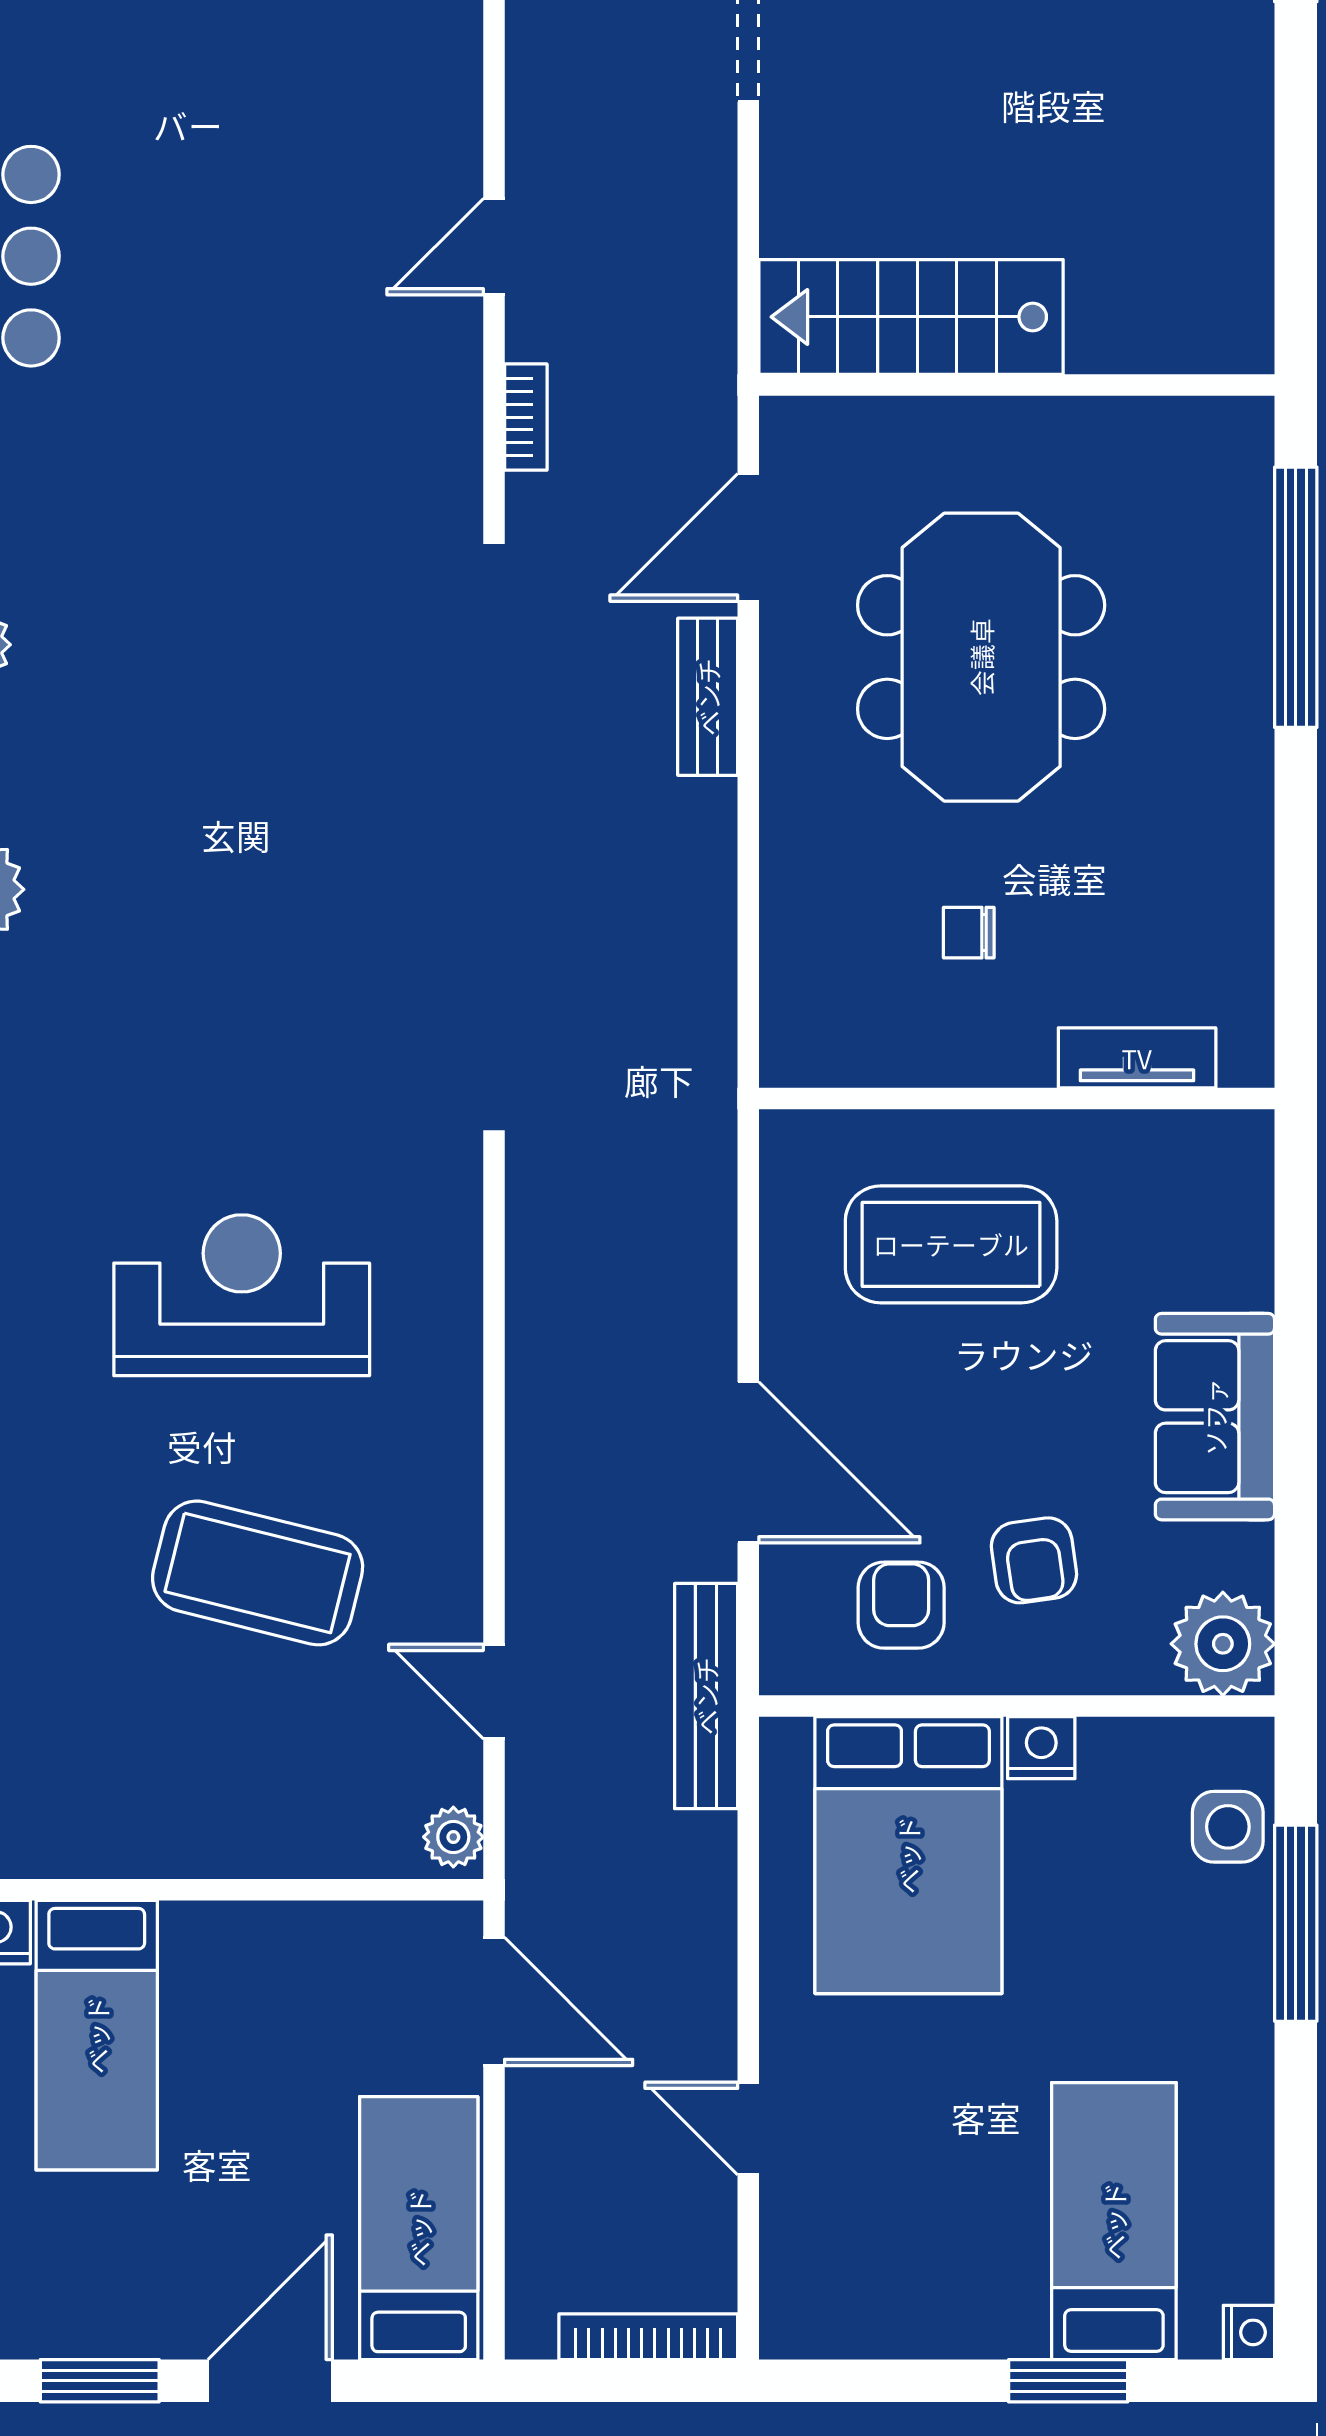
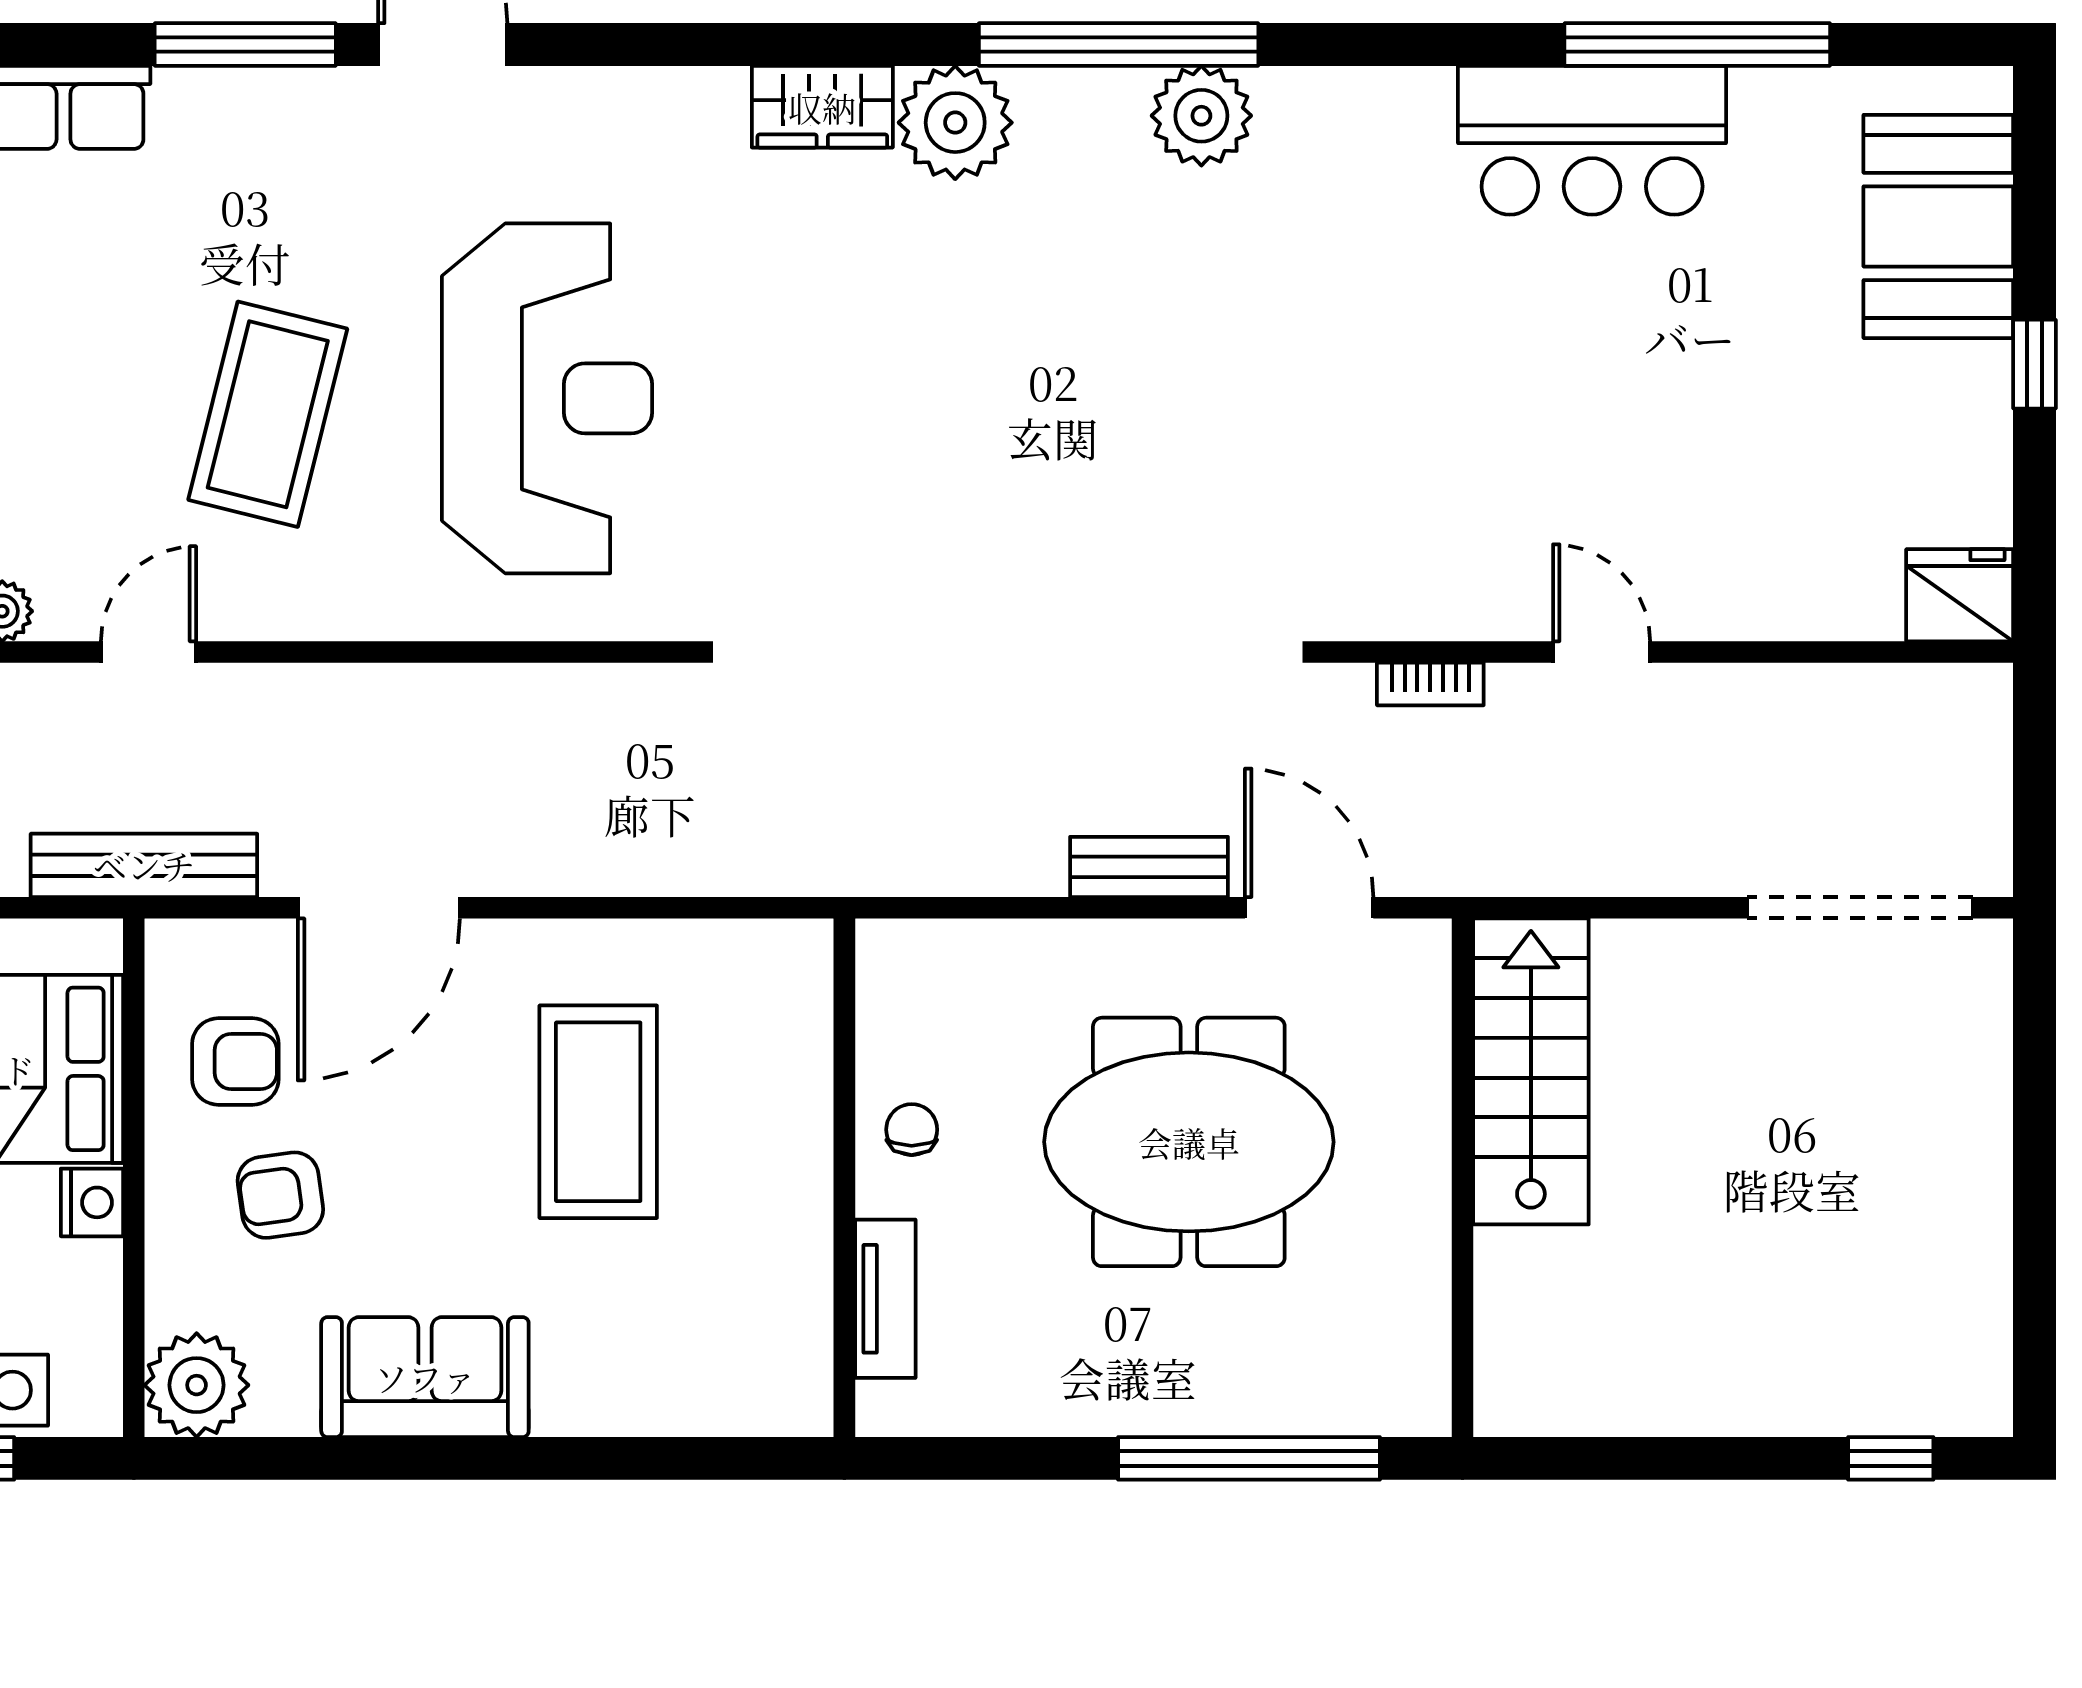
tv unit: (1137, 1058) -> (885, 1299), moved
wall: (1017, 1099) -> (844, 1178), moved
reception desk: (242, 1295) -> (547, 398), width x1.36, depth x1.30

